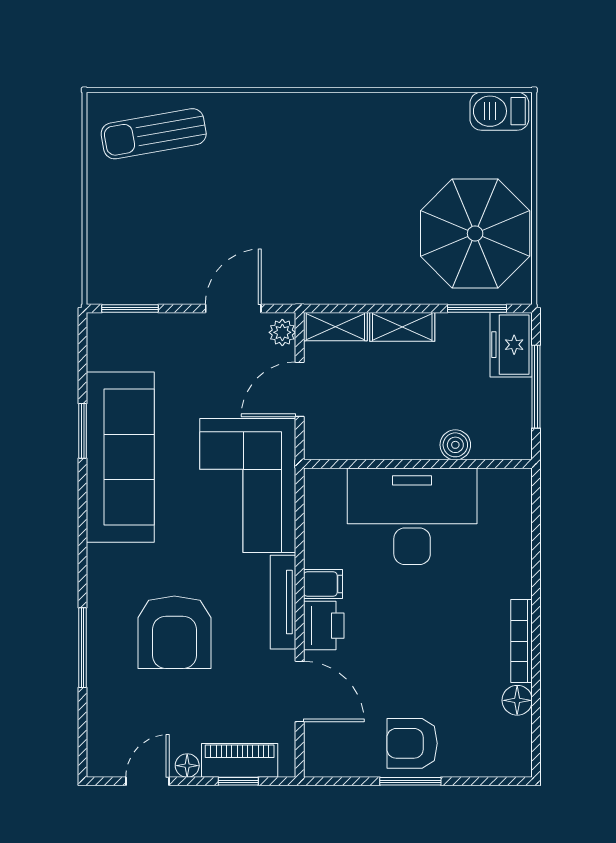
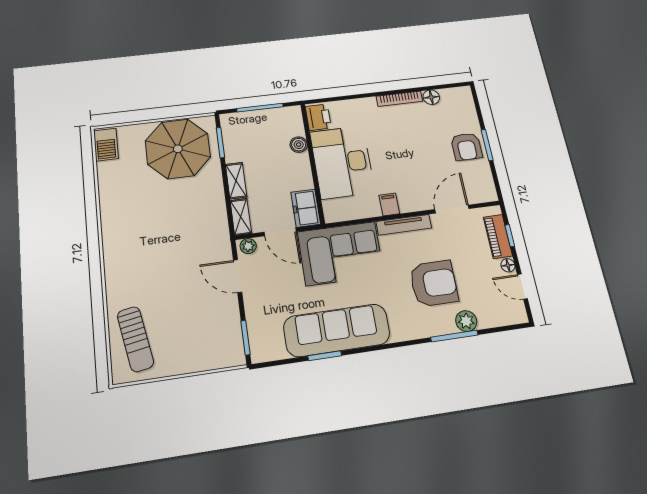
freezer: (511, 345) -> (306, 208), moved, turned 90
printer: (324, 626) -> (318, 117), moved, turned 90
plant: (104, 673) -> (466, 321), added

